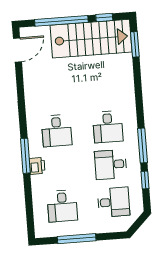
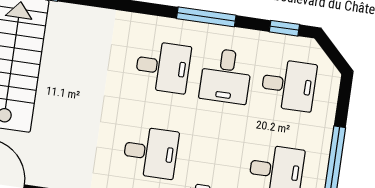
window: (145, 180) -> (284, 28), moved
desk: (114, 202) -> (289, 85), turned 90

